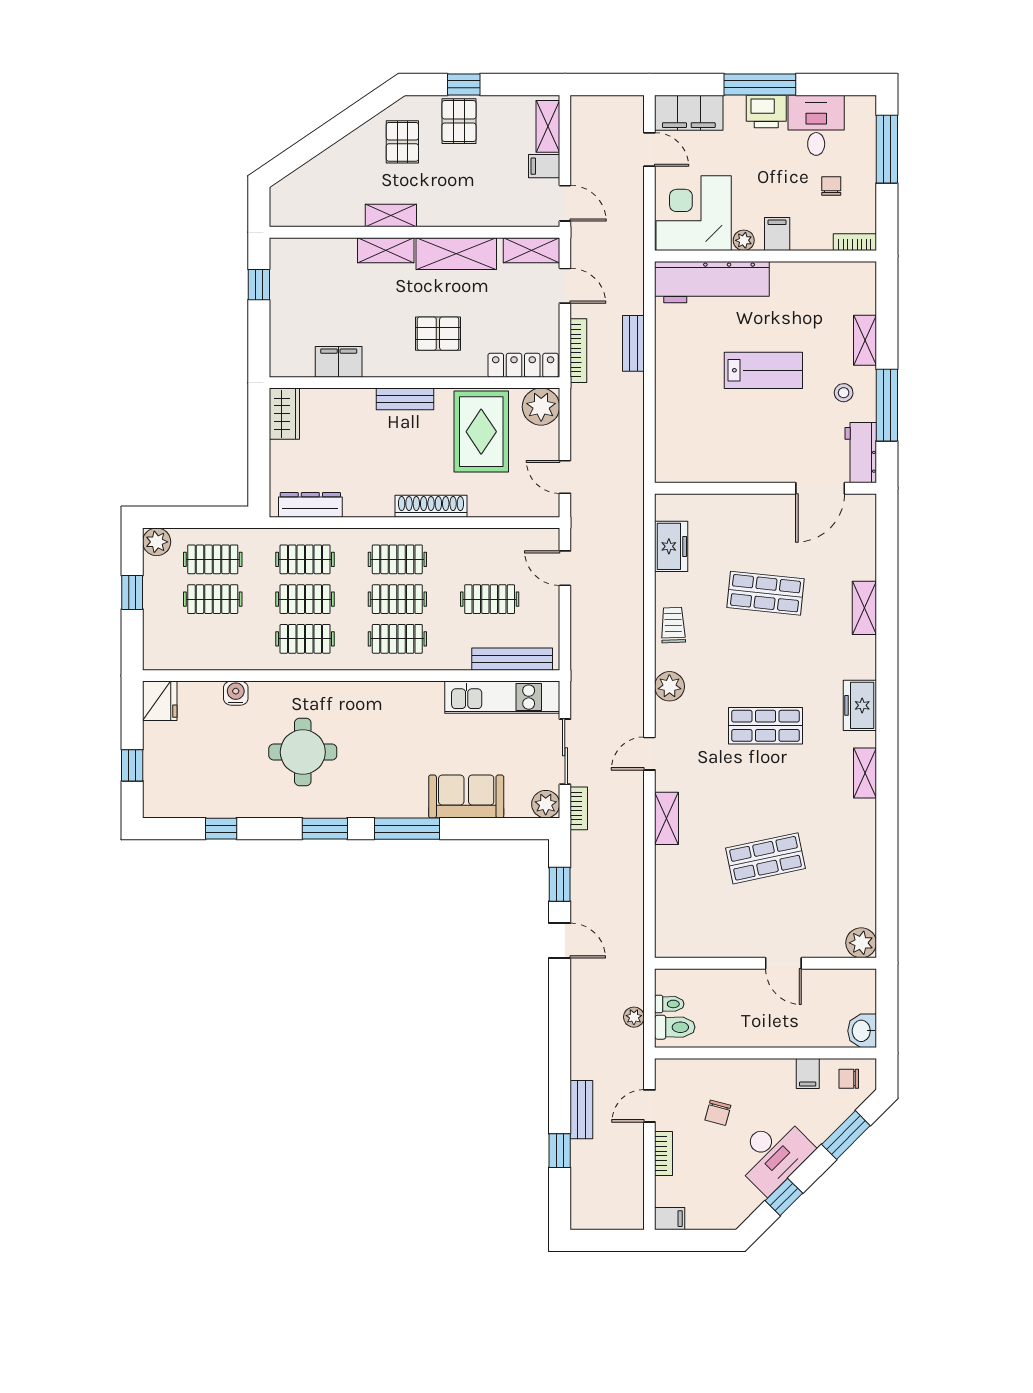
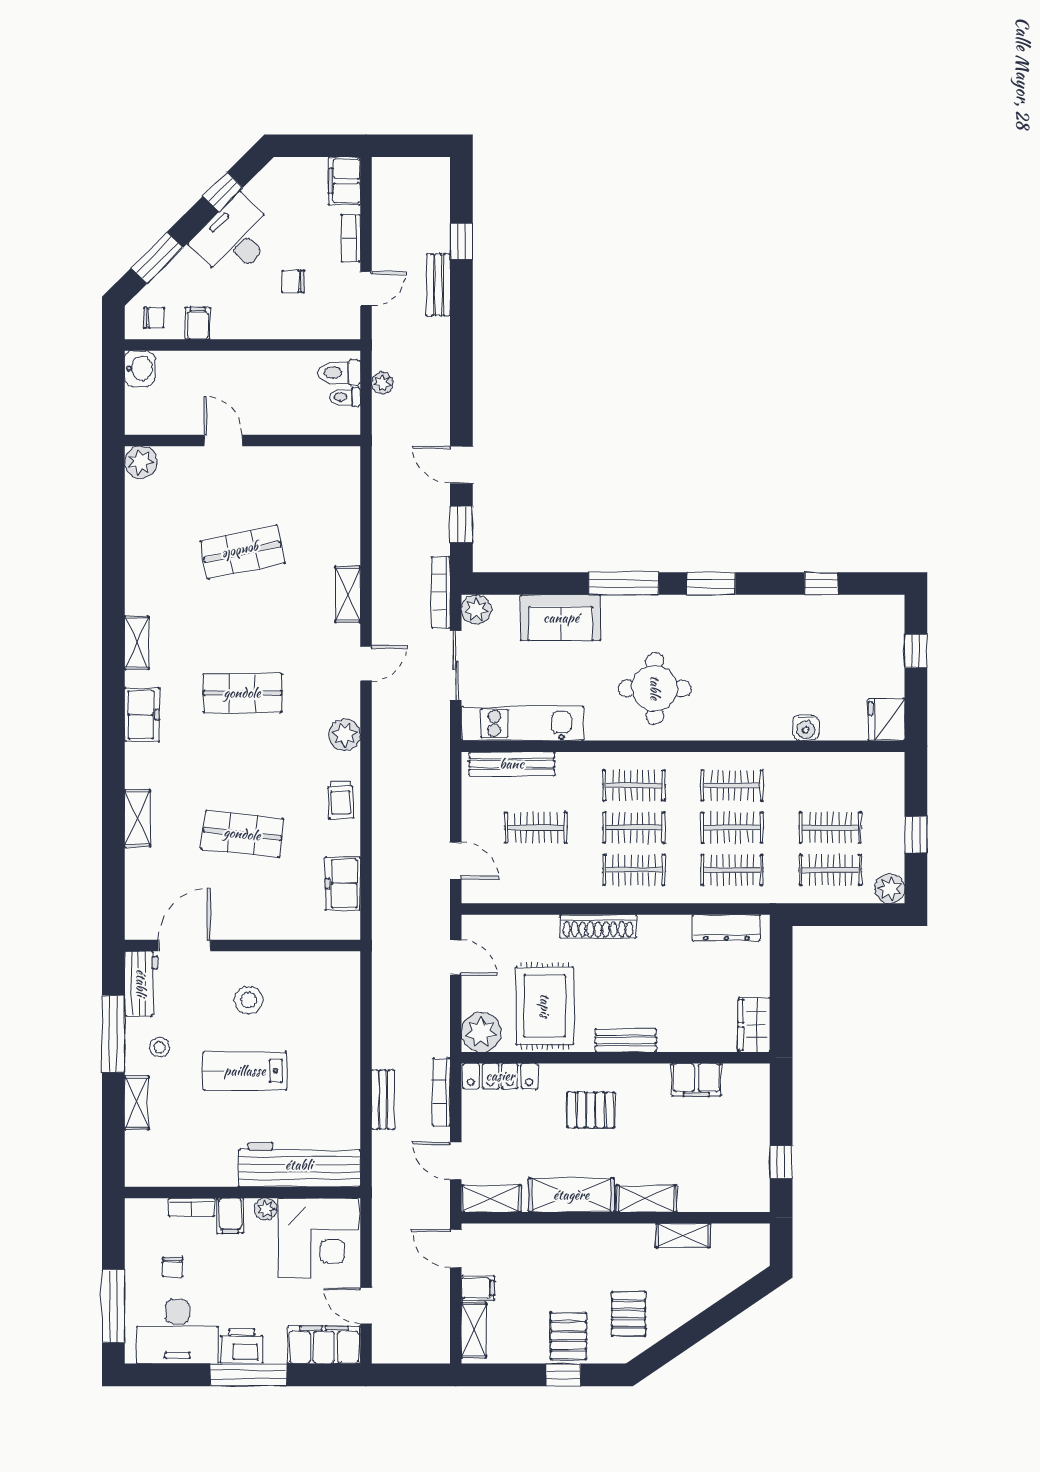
desk: (816, 125) -> (177, 1331), width x1.37
shelving: (391, 216) -> (683, 1235), moved
bookcase: (855, 242) -> (192, 1207), moved
stool: (760, 437) -> (249, 1000), added
round table: (303, 752) -> (655, 688), moved
bookcase: (579, 808) -> (441, 592), width x1.56
chair: (718, 1113) -> (293, 281), turned -105
filing cabinet: (670, 1219) -> (344, 181), width x2.00

